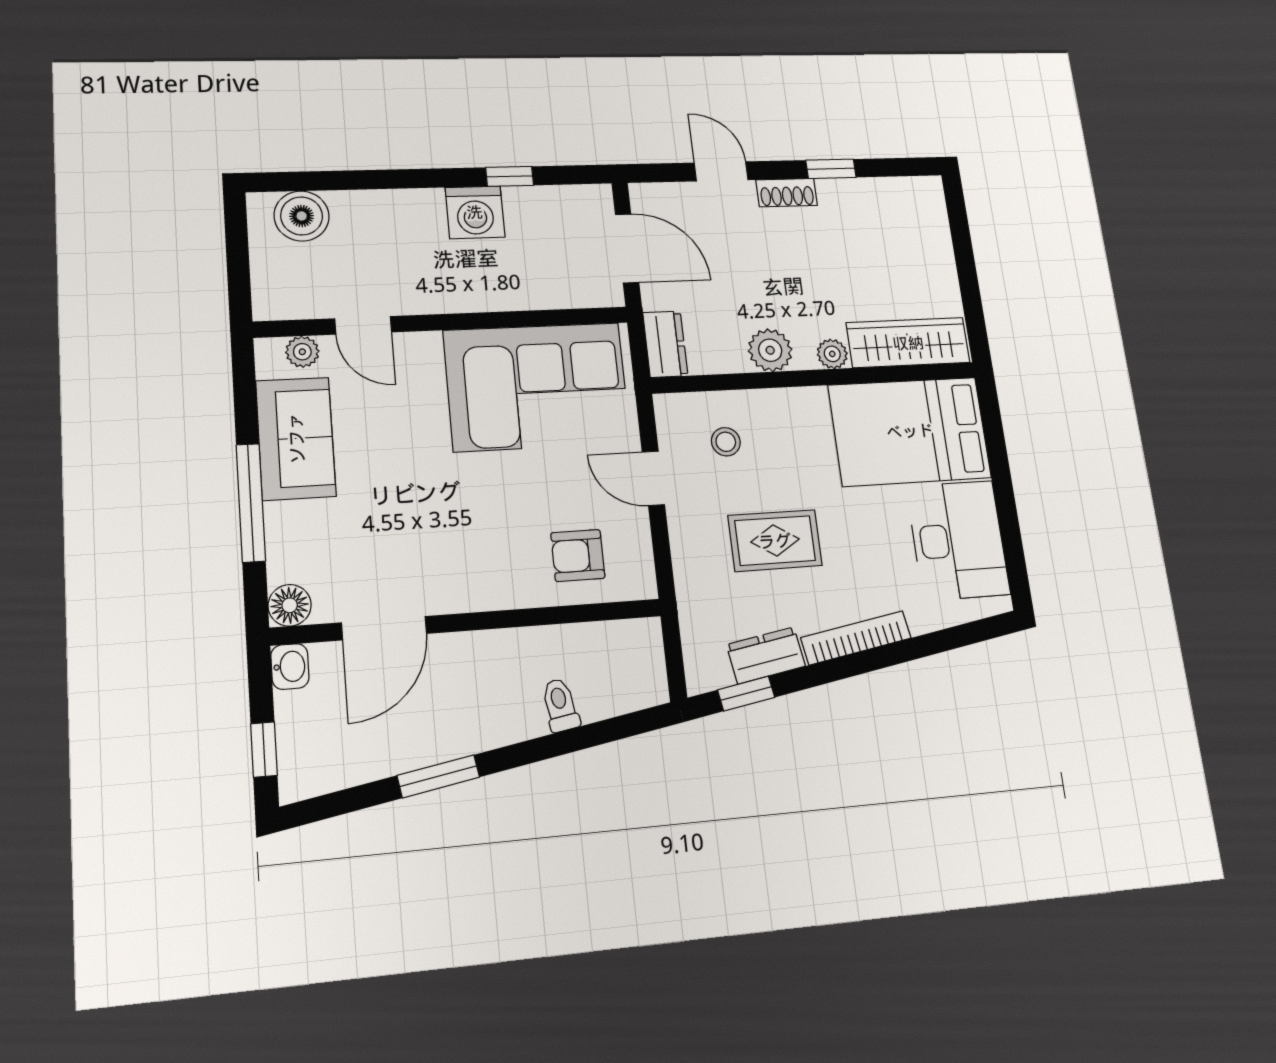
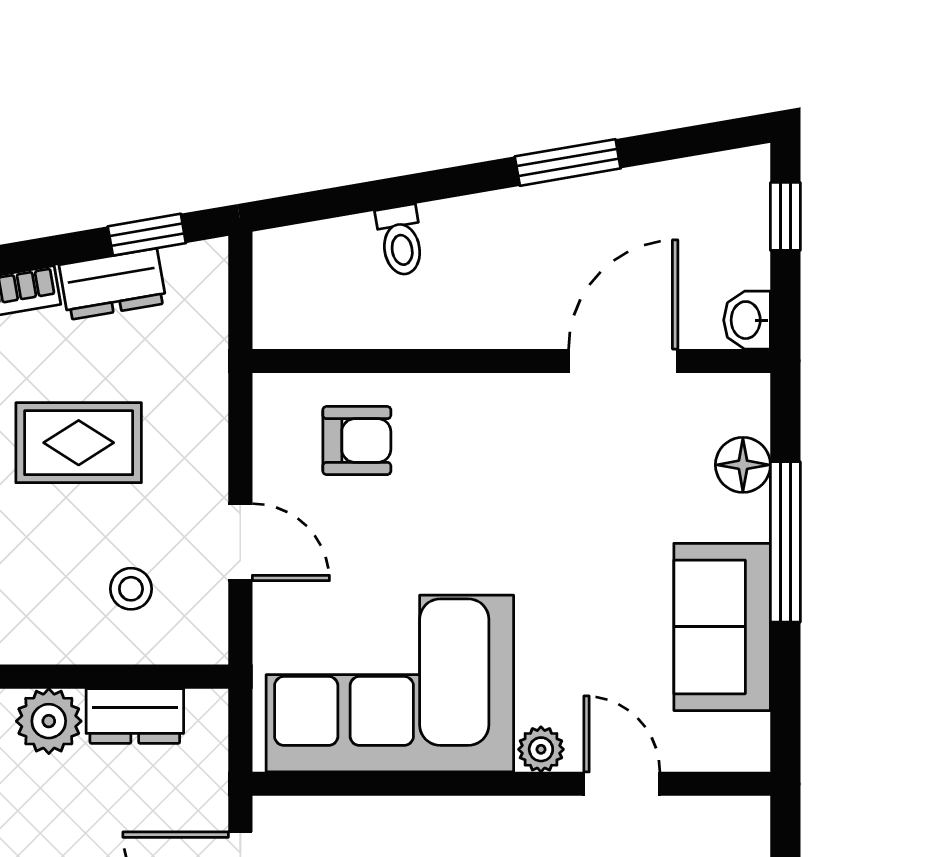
dresser: (665, 344) -> (135, 716), moved, turned -90
plant: (302, 352) -> (541, 749), moved
floor lamp: (290, 605) -> (743, 465), moved

